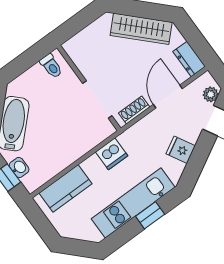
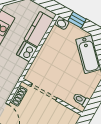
dishwasher: (112, 154) -> (27, 51), moved
washbasin: (19, 168) -> (62, 23), moved

